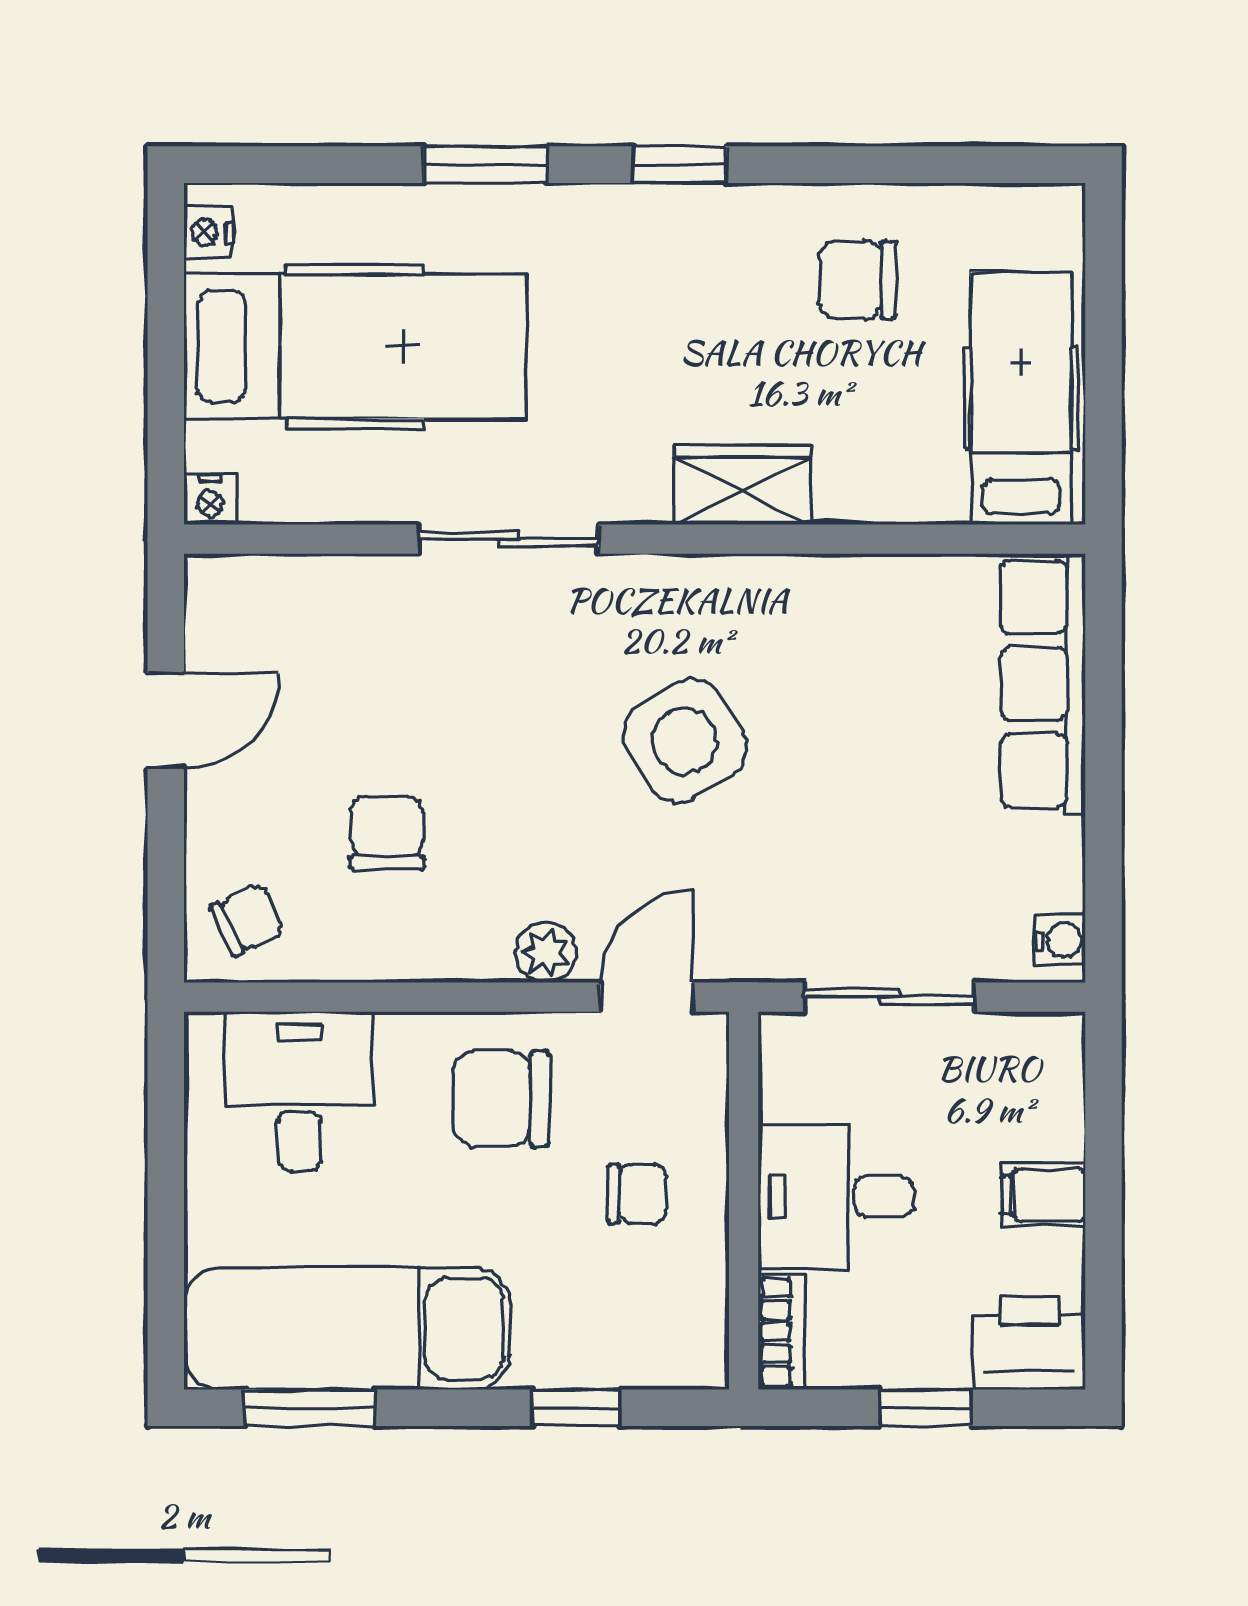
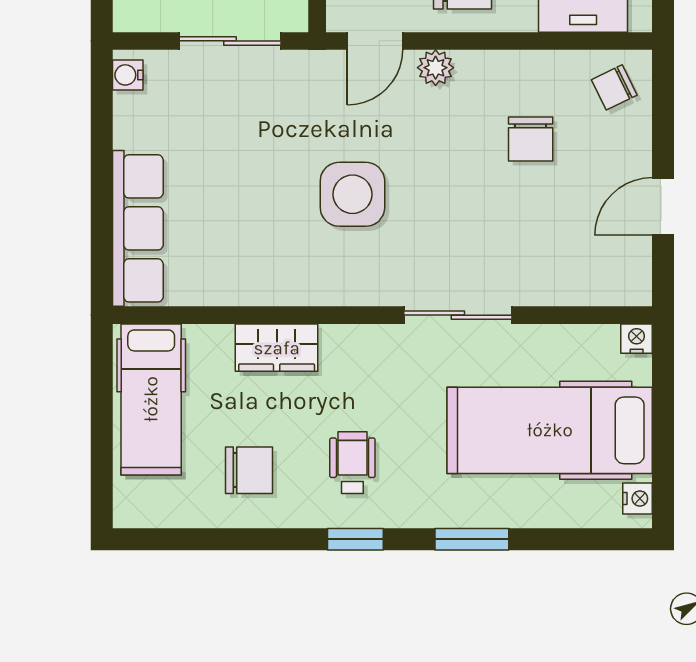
wheelchair: (685, 292) -> (352, 463), added
wardrobe: (742, 485) -> (277, 348), moved
side table: (685, 741) -> (352, 194), turned 32

